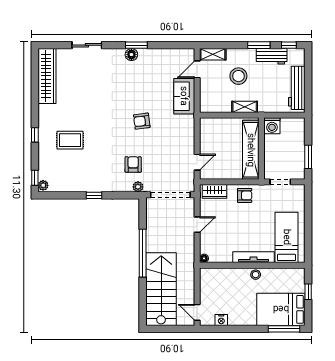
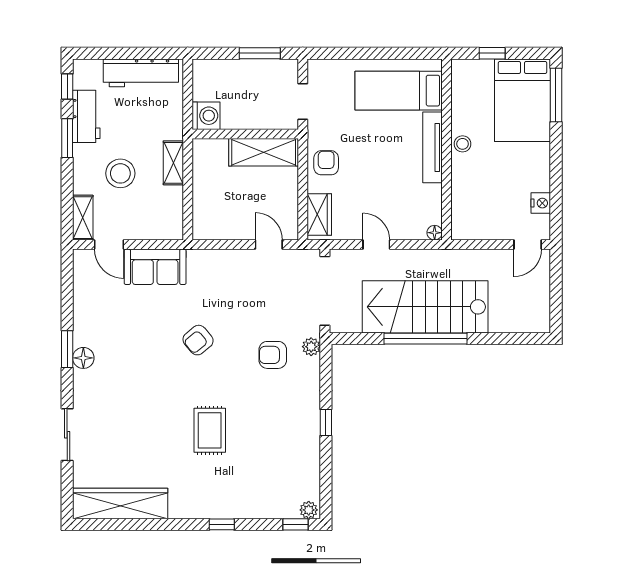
armchair: (142, 121) -> (198, 340), turned 57
rug: (70, 140) -> (210, 430), moved
shelving: (251, 150) -> (264, 152), width x0.68
stairs: (161, 289) -> (425, 307), moved

